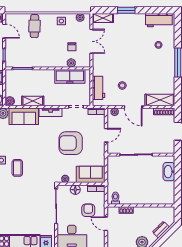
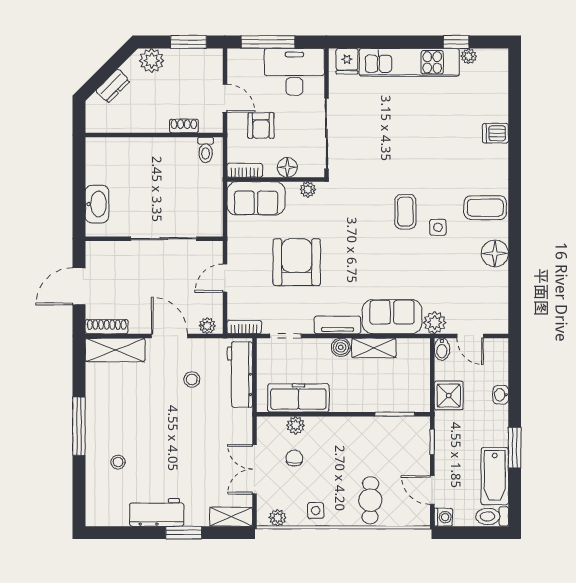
workbench: (159, 20) -> (157, 512), moved
workbench: (99, 88) -> (240, 375), width x1.38
boiler: (10, 101) -> (341, 347), moved
armchair: (71, 143) -> (297, 262), turned -90

